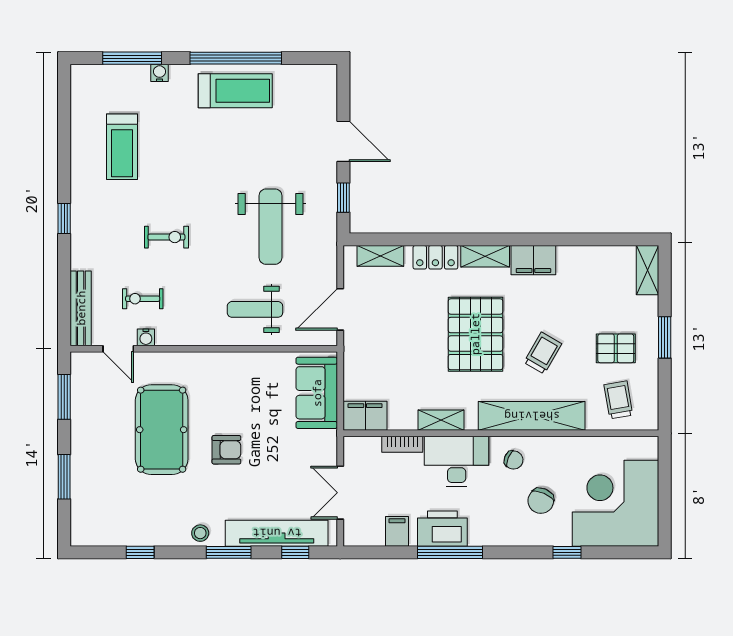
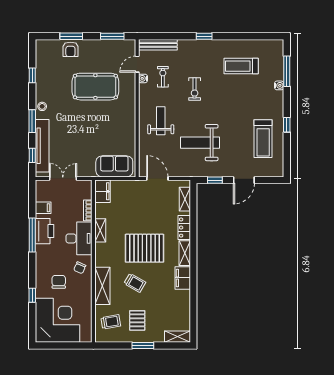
window: (236, 58) -> (287, 125), width x0.32
treadmill: (235, 91) -> (263, 139), moved
weight bench: (255, 309) -> (161, 121), moved
shelving: (532, 416) -> (102, 286), width x0.68
armchair: (226, 450) -> (70, 49), moved
chair: (541, 501) -> (59, 282), turned 67

